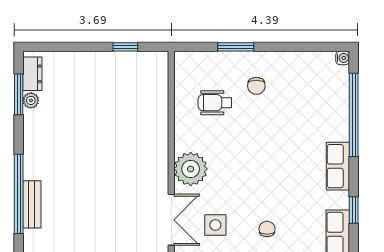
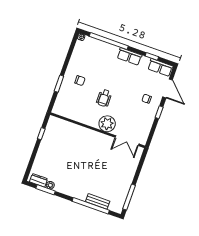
wheelchair: (215, 103) -> (104, 98), moved
double door: (171, 220) -> (127, 141), swing flipped
side table: (215, 225) -> (136, 122), removed

